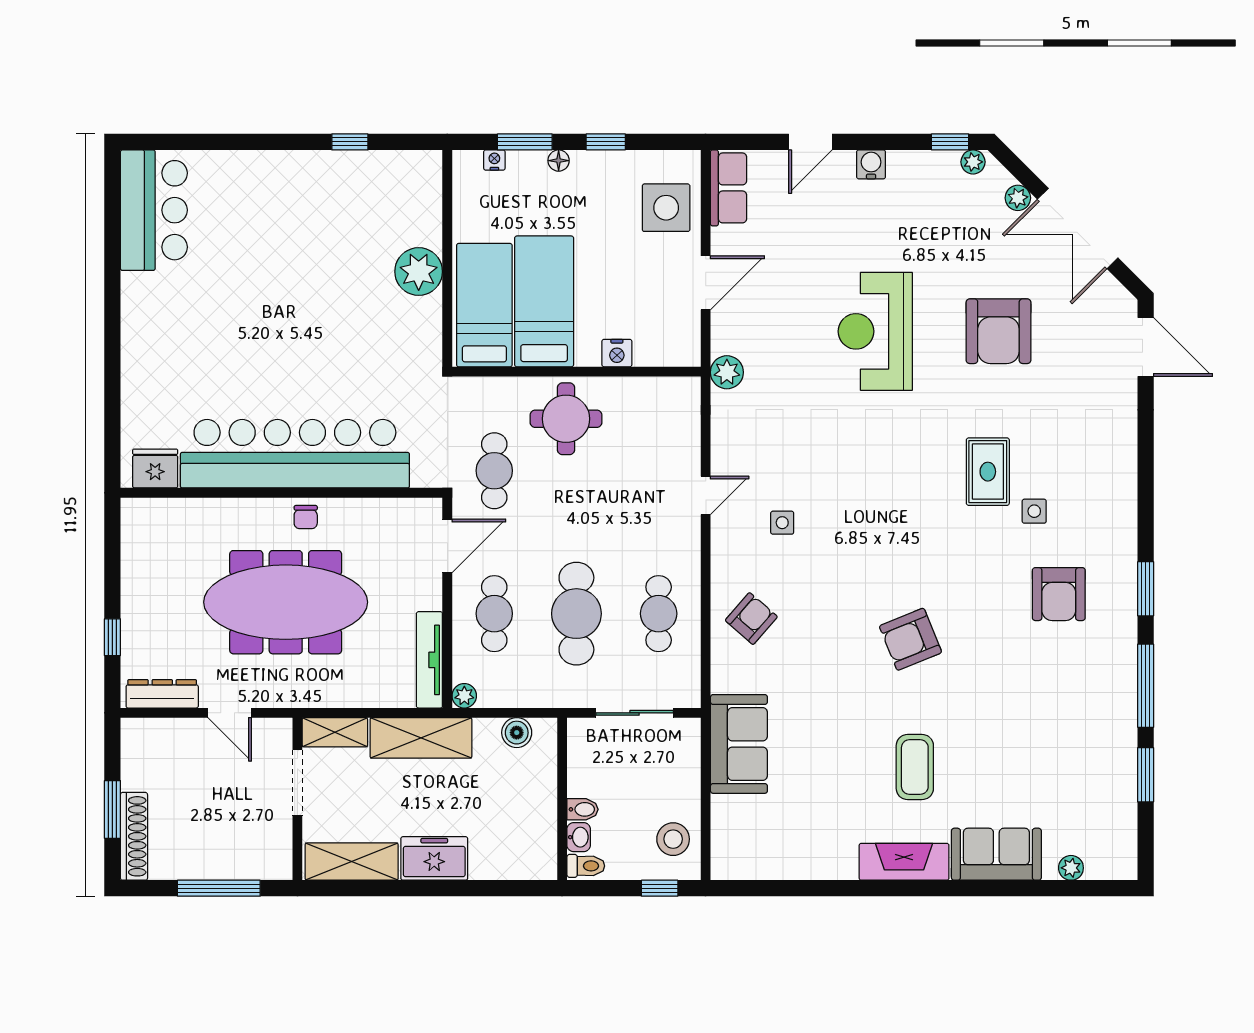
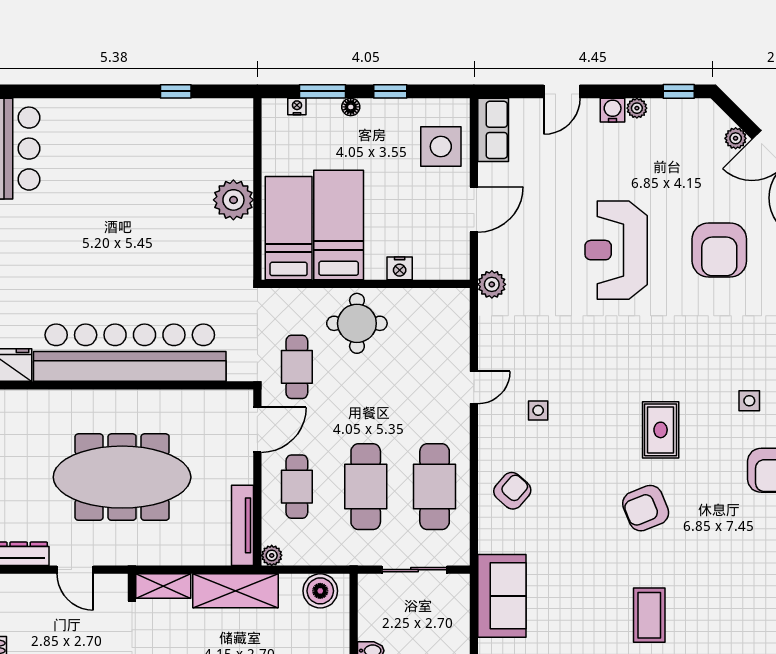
plant: (973, 162) -> (637, 108), moved
rug: (988, 472) -> (661, 430), moved
chair: (306, 517) -> (139, 406), removed
cafe table: (659, 614) -> (435, 487), width x1.37, depth x1.35
boiler: (517, 733) -> (320, 591), width x1.36, depth x1.36

